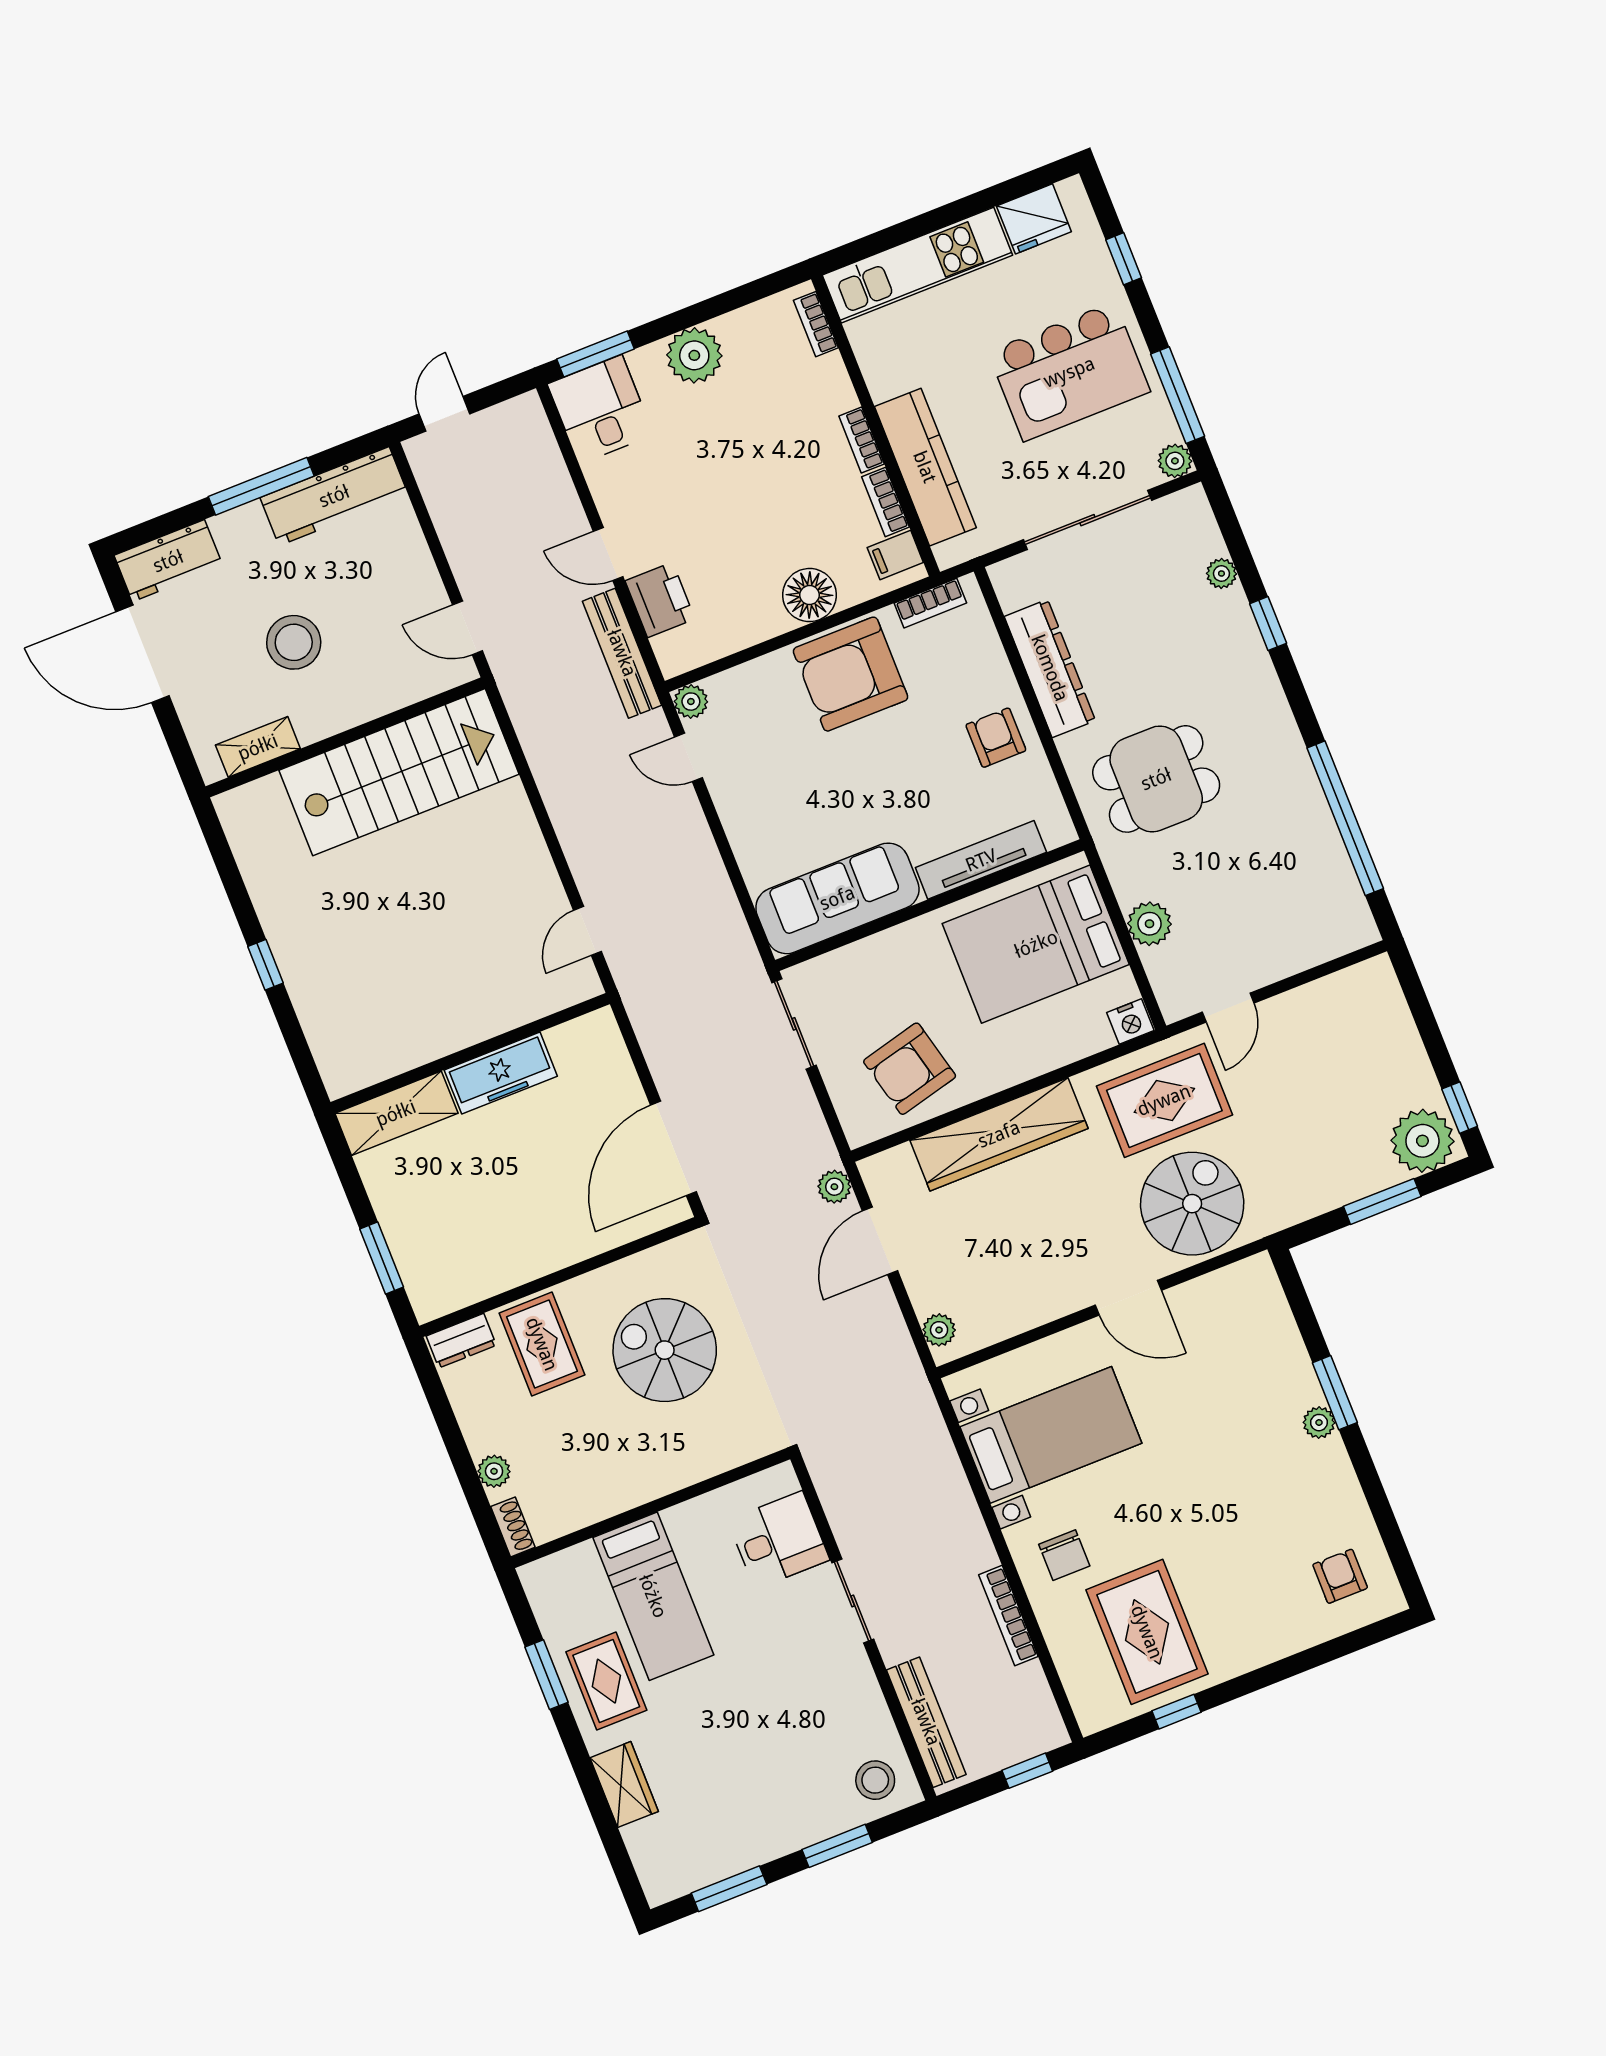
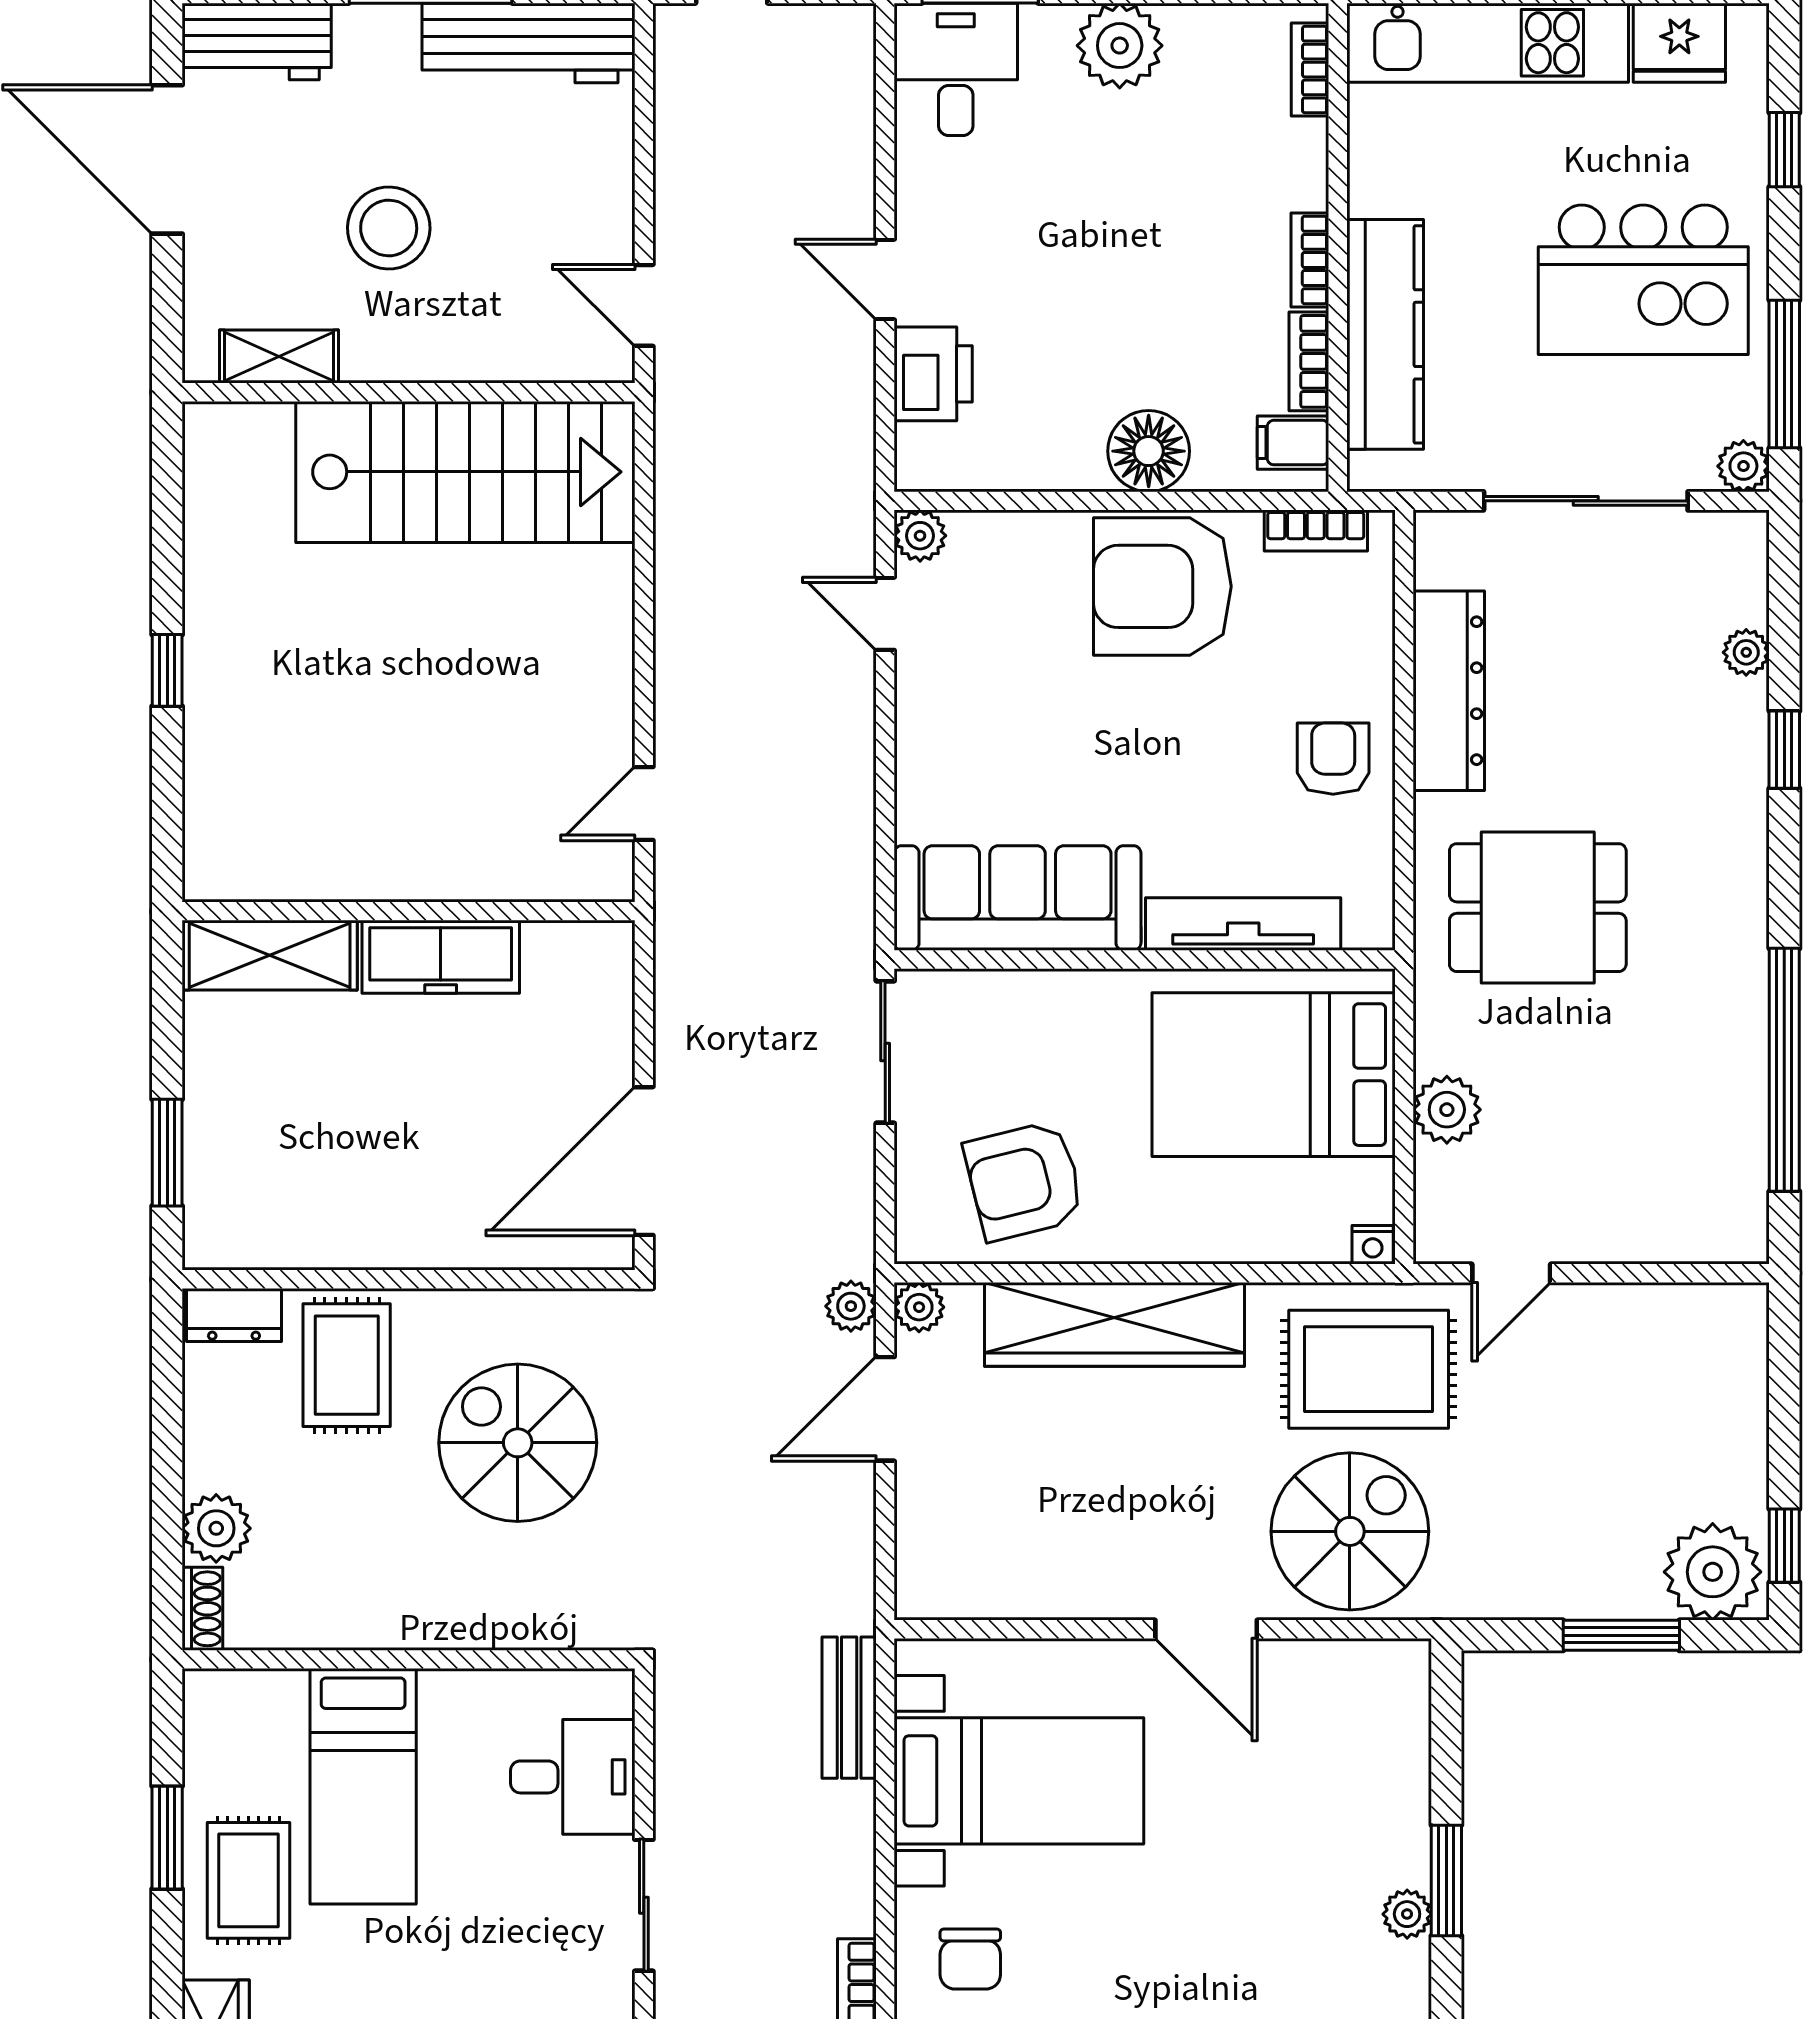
bench: (622, 653) -> (849, 1708), moved, width x0.73
nightstand: (1130, 1022) -> (1373, 1245), width x0.72, depth x0.74
plant: (939, 1330) -> (919, 1307), moved
plant: (494, 1471) -> (216, 1528), width x1.38, depth x1.38

